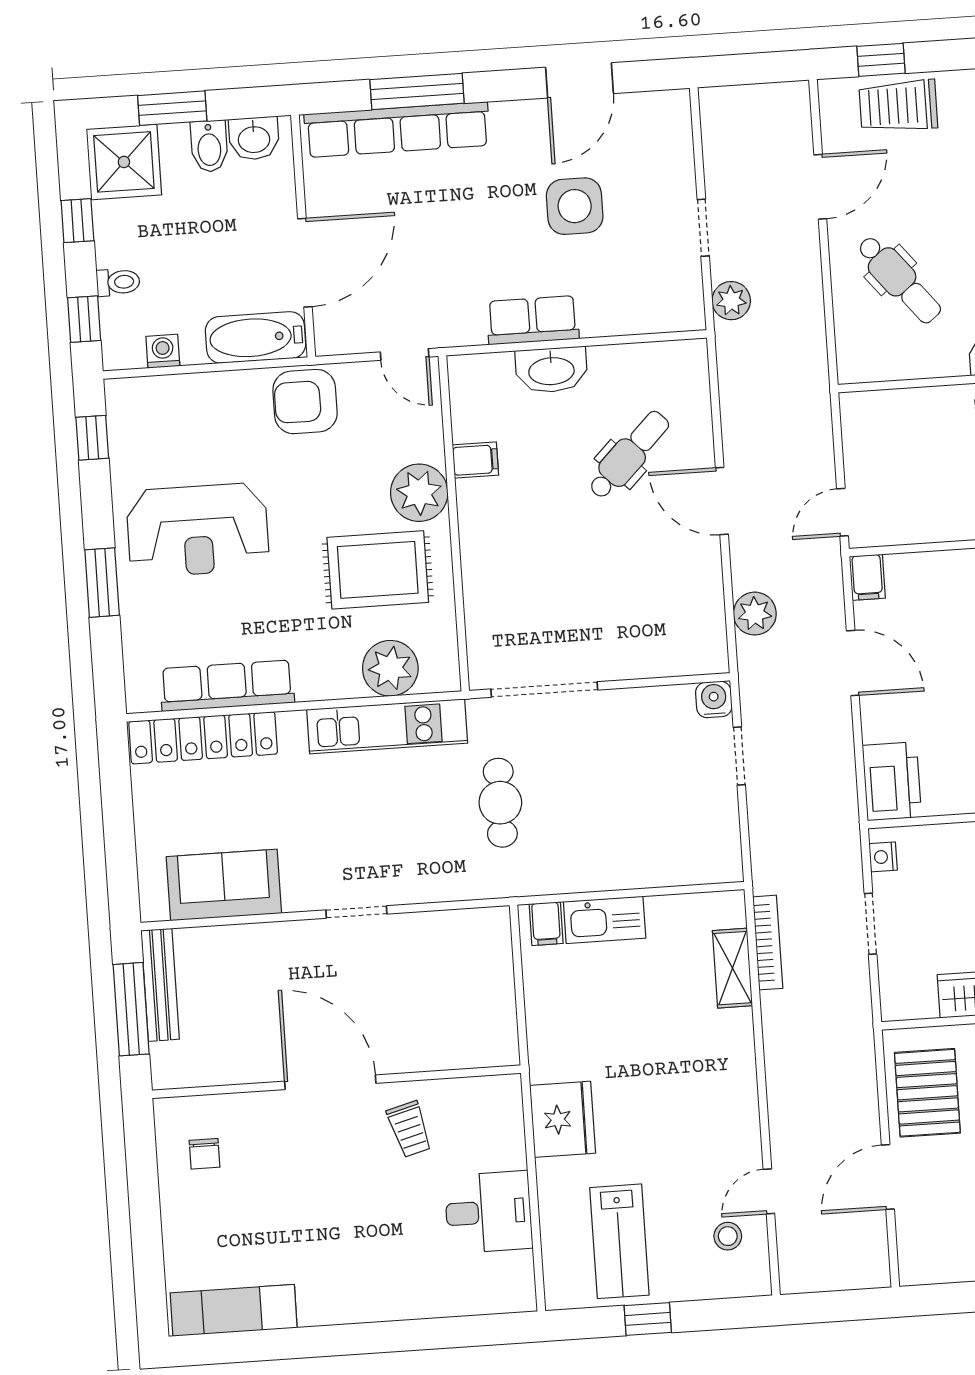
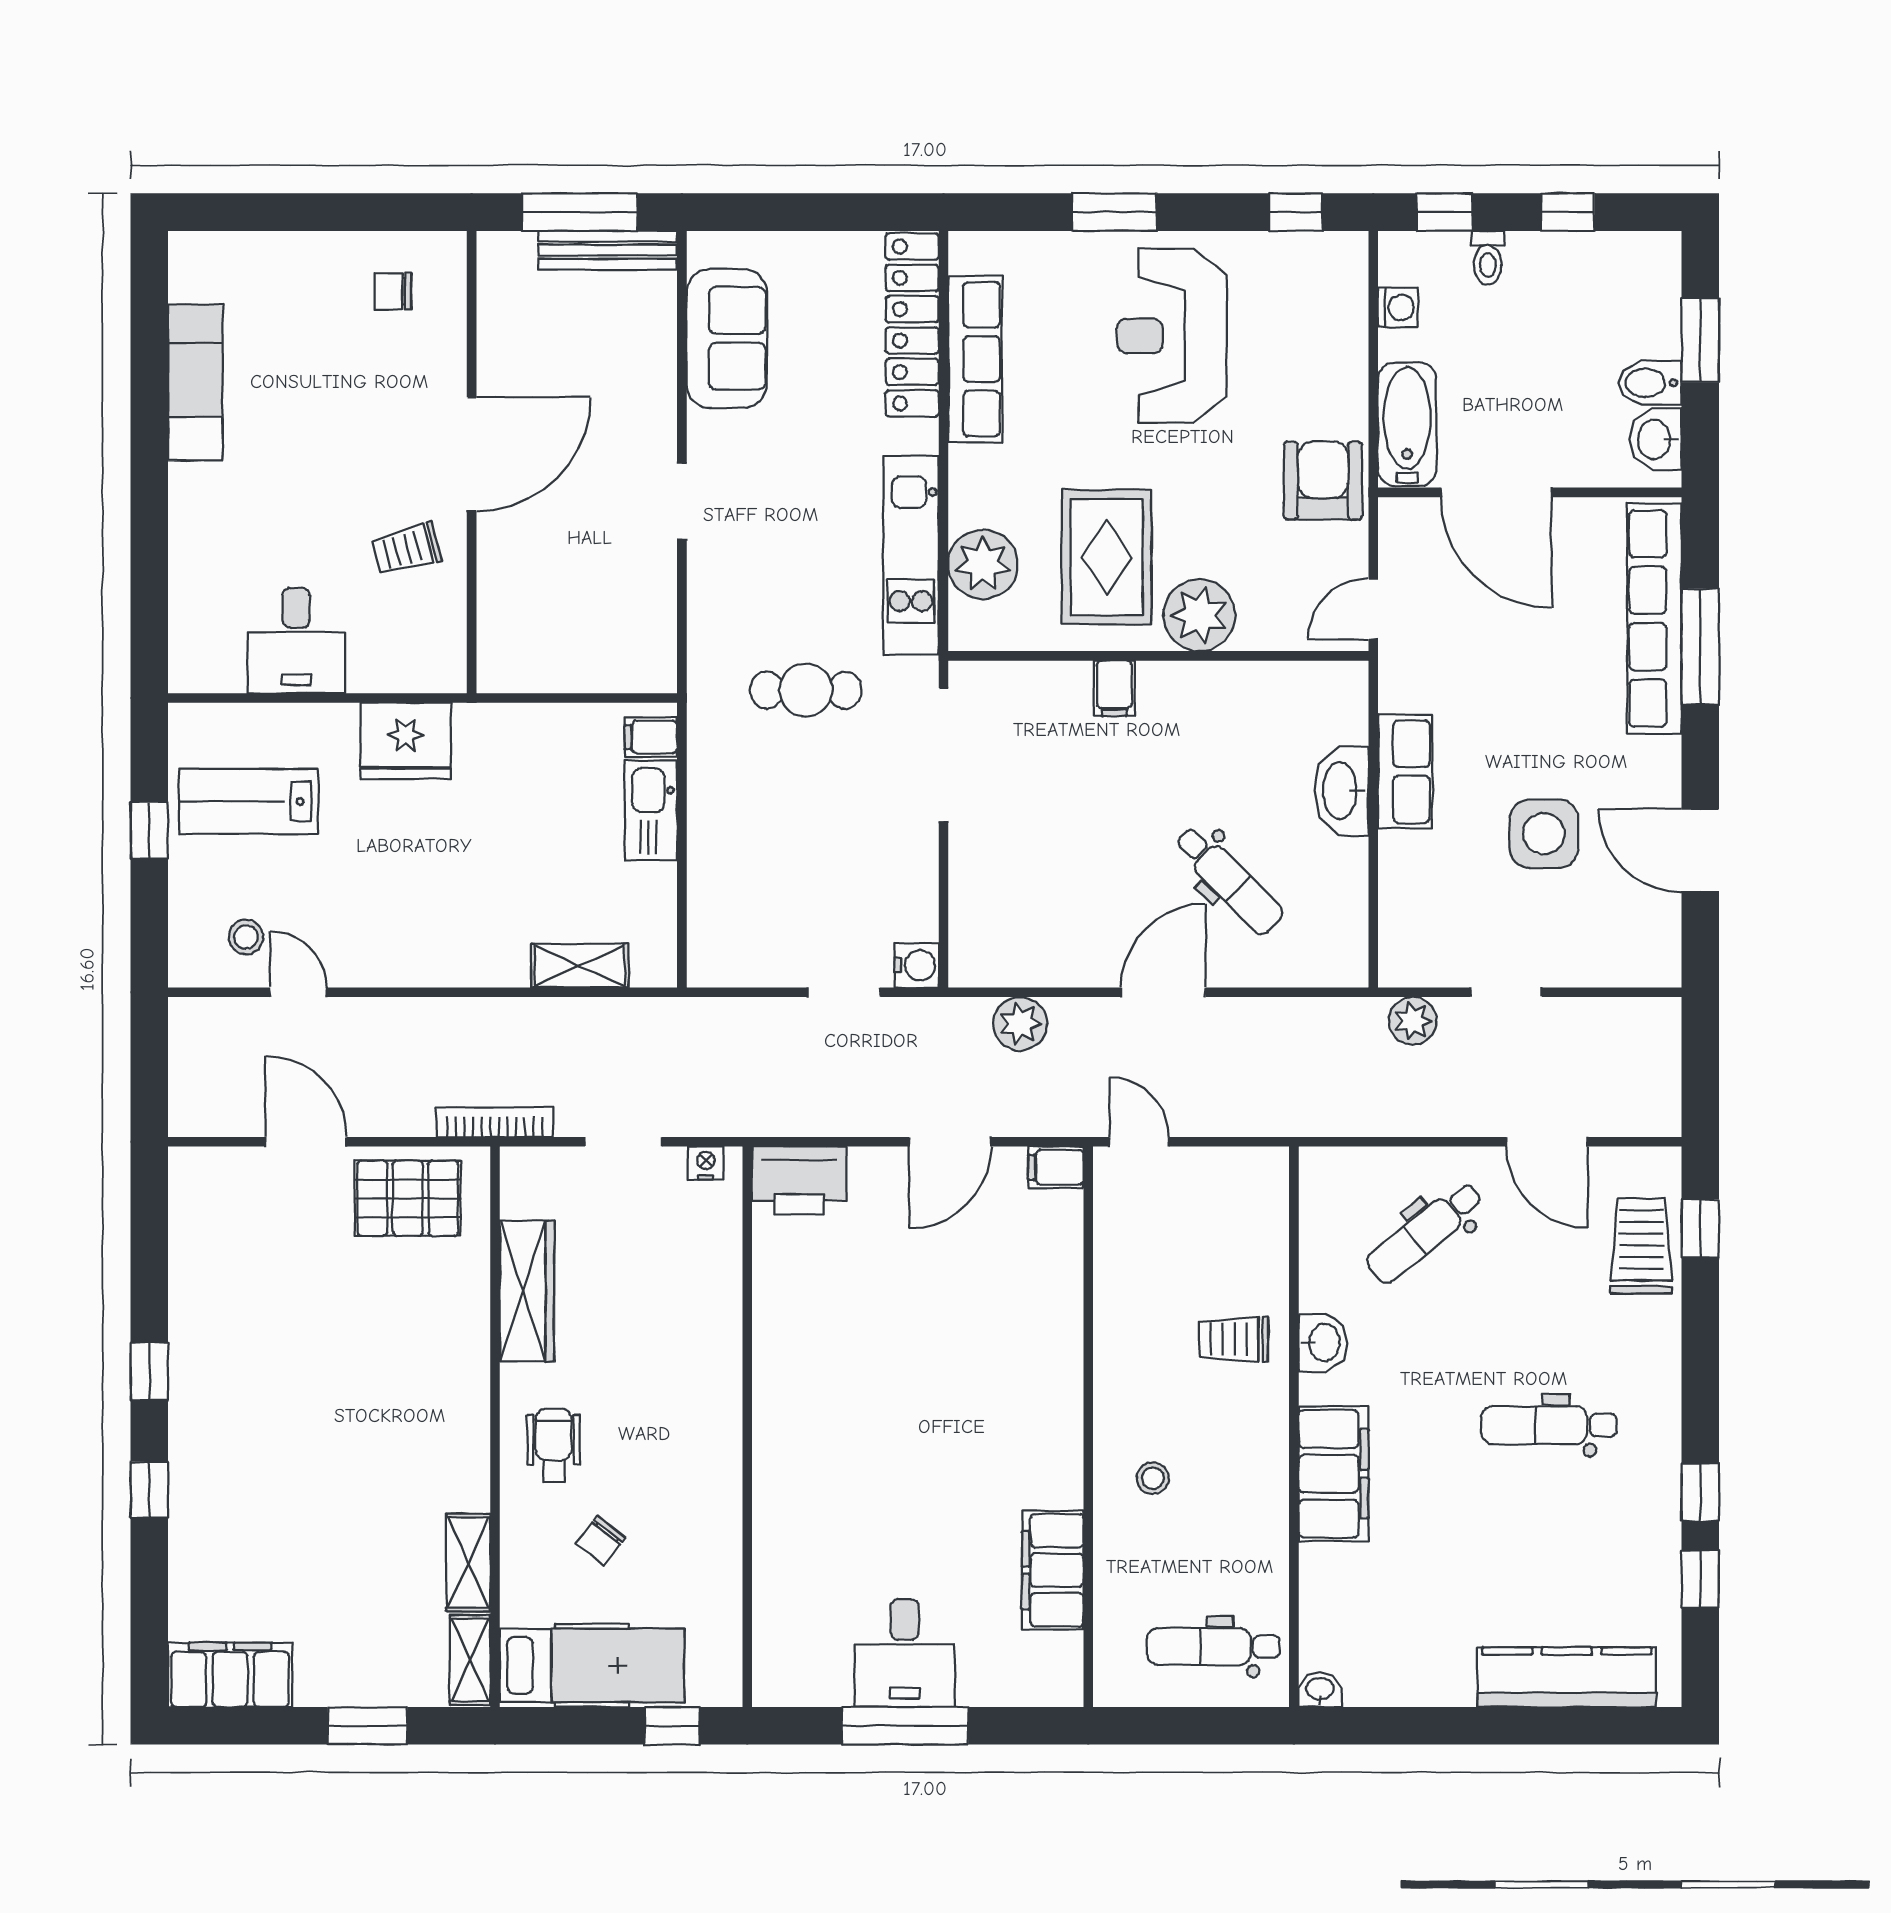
shower: (124, 162) -> (1637, 275), removed
filing cabinet: (475, 460) -> (1114, 688), moved
bookcase: (768, 943) -> (495, 1122), moved, turned 180
exam couch: (234, 1310) -> (195, 382), moved

